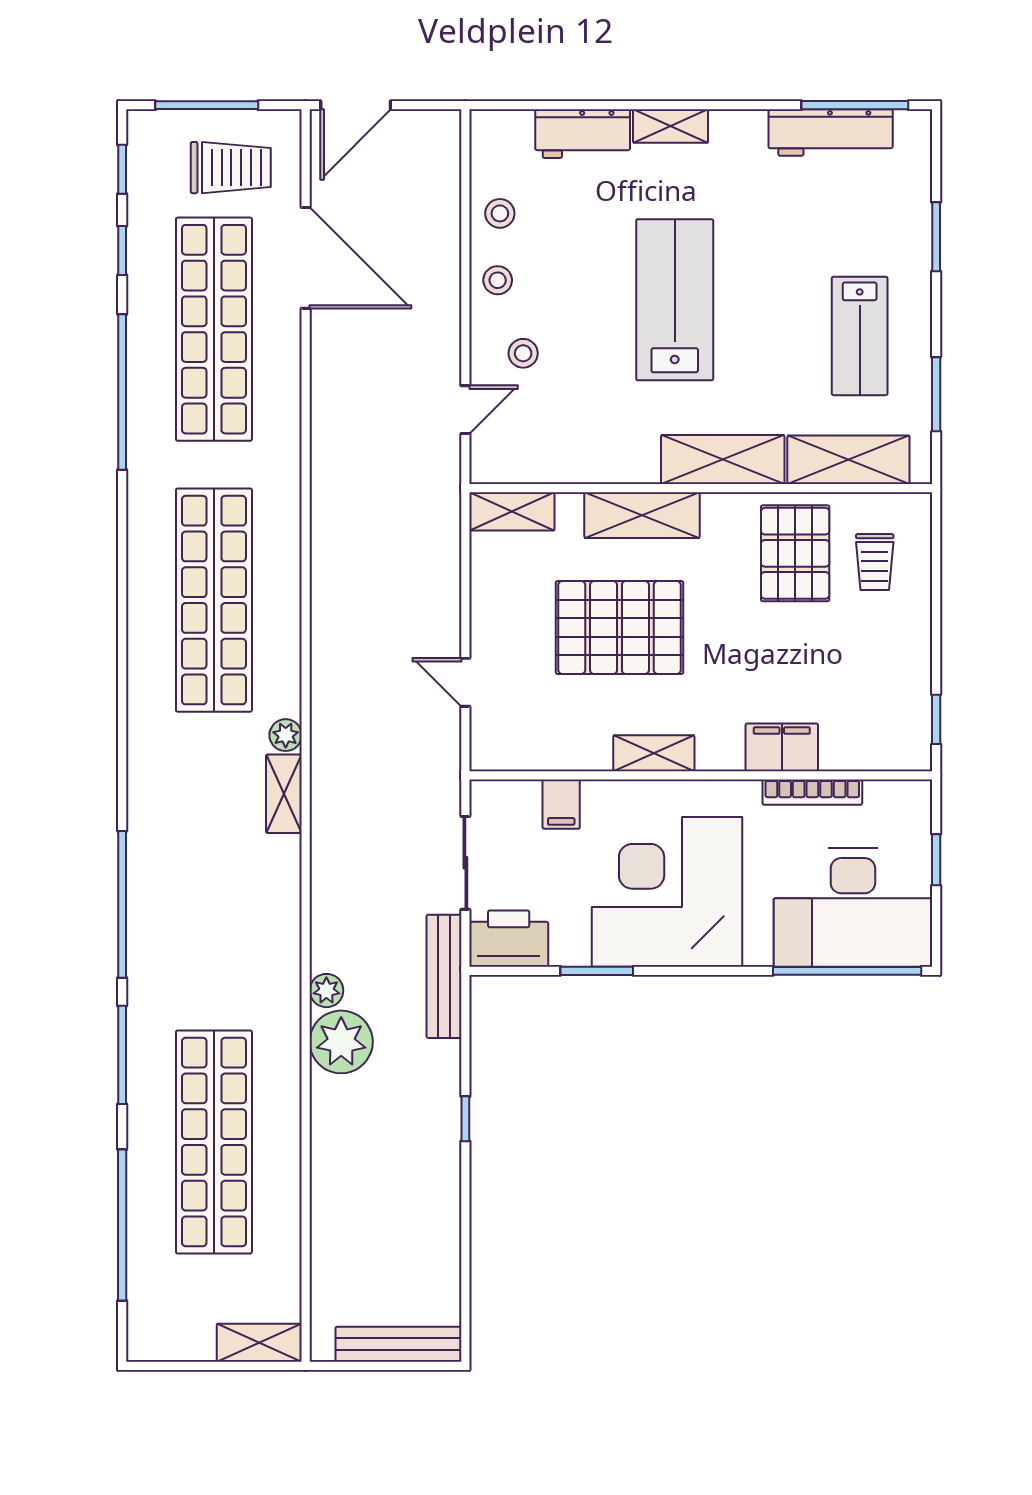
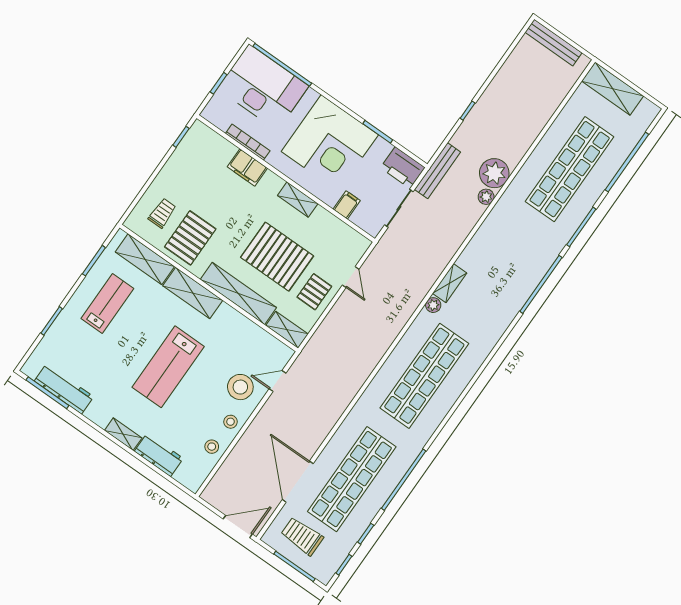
stool: (523, 353) -> (240, 387), width x1.89, depth x1.89
shelving: (642, 515) -> (238, 293), width x1.47
pallet: (511, 612) -> (314, 292), added
shelving: (259, 1343) -> (613, 89), width x1.50, depth x1.33

